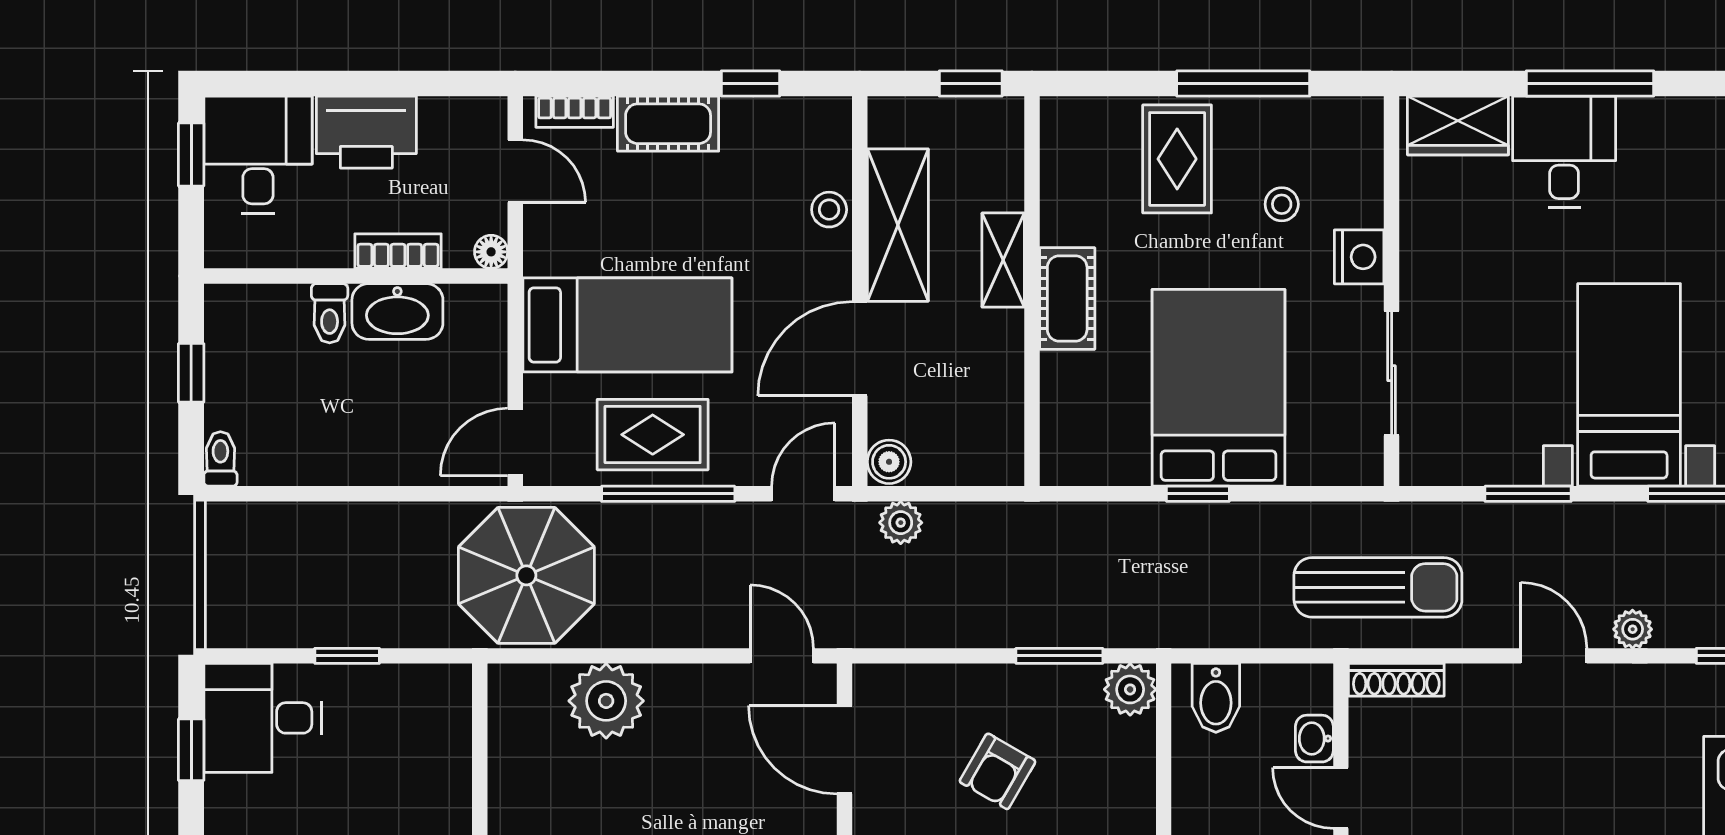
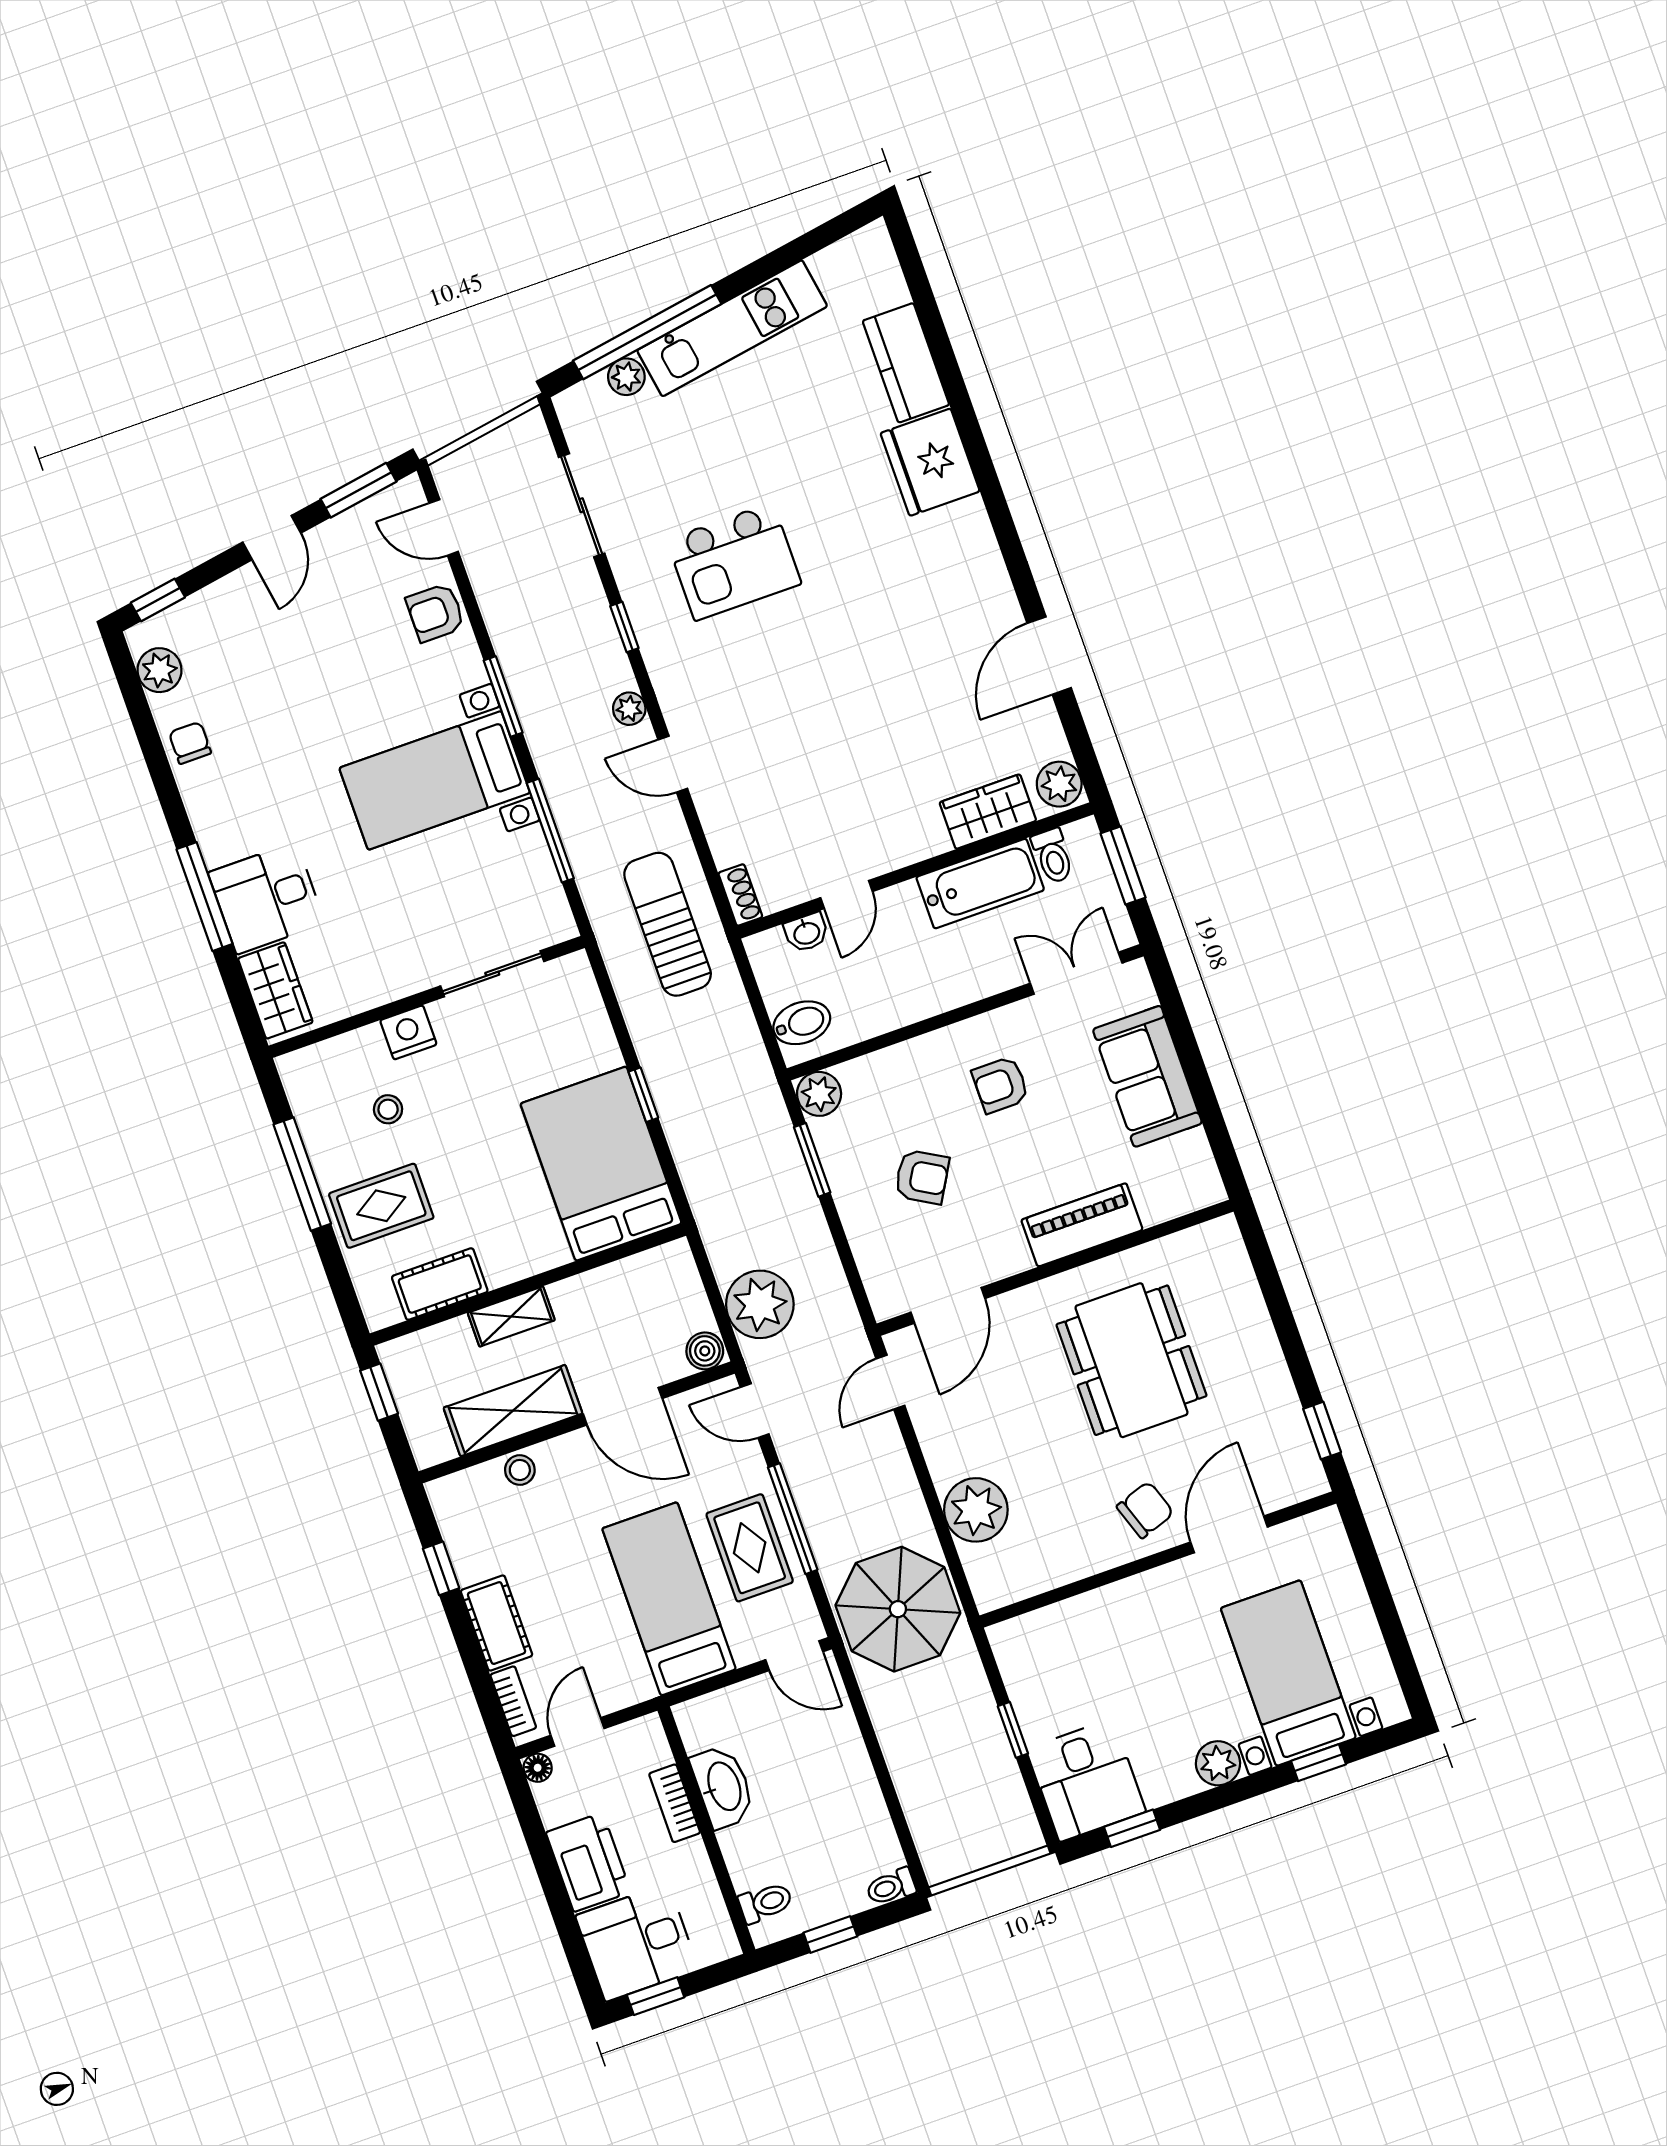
floor lamp: (491, 252) -> (538, 1768), moved
cot: (1067, 298) -> (440, 1284), moved
toilet: (330, 313) -> (766, 1903), moved
bed: (1218, 388) -> (601, 1164), moved, turned 90
window: (1528, 494) -> (550, 831), width x1.44
plant: (901, 523) -> (760, 1304), width x1.87, depth x1.87
door: (1554, 656) -> (673, 764), hinge flipped
shoe rack: (1396, 680) -> (740, 895), width x0.70

